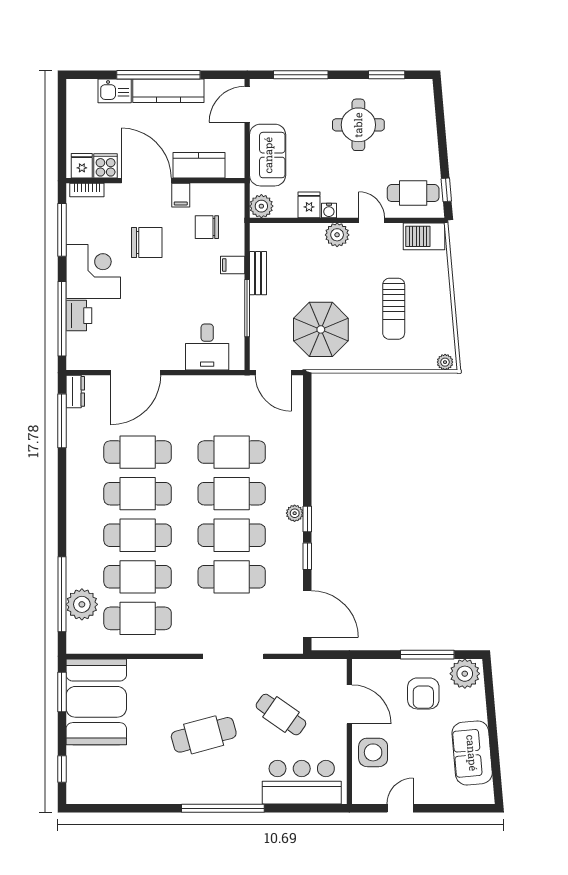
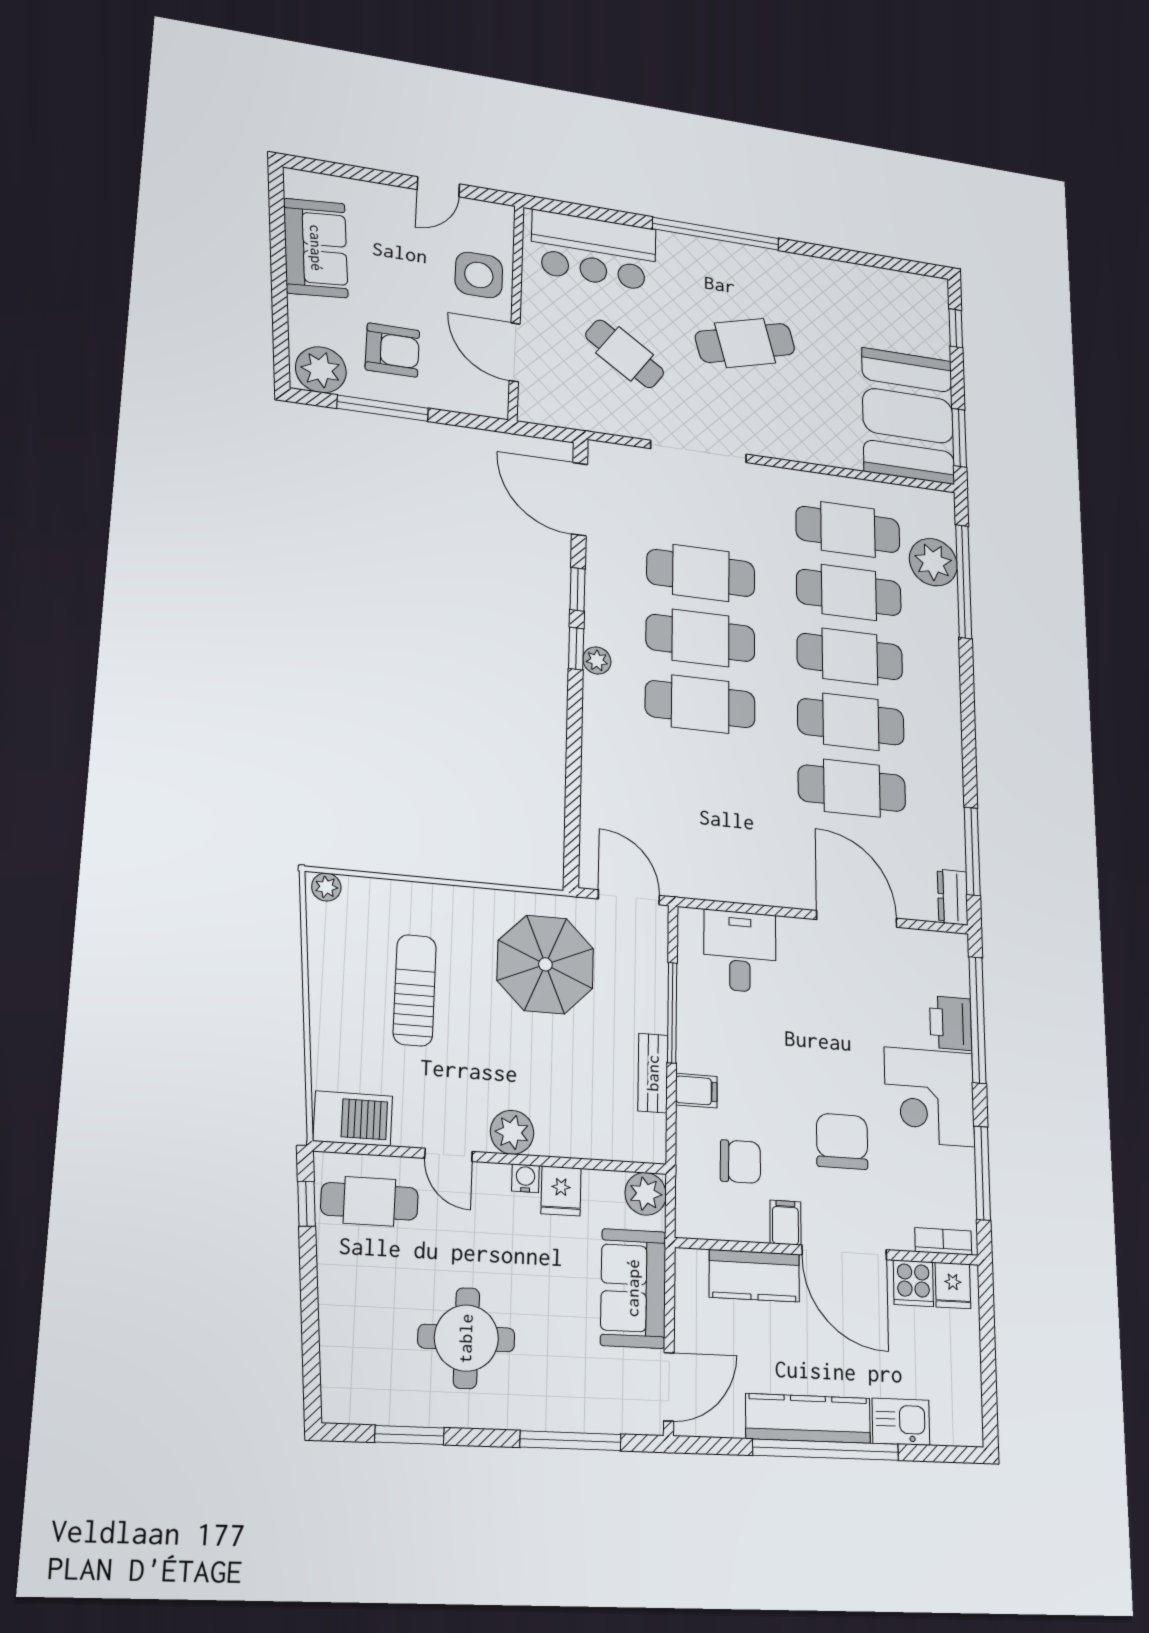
chair: (147, 242) -> (842, 1141), turned 90
door: (136, 373) -> (857, 919), hinge flipped
cafe table: (232, 452) -> (700, 772), removed
armchair: (423, 693) -> (392, 350), turned 90

